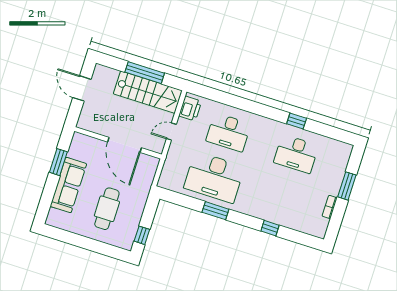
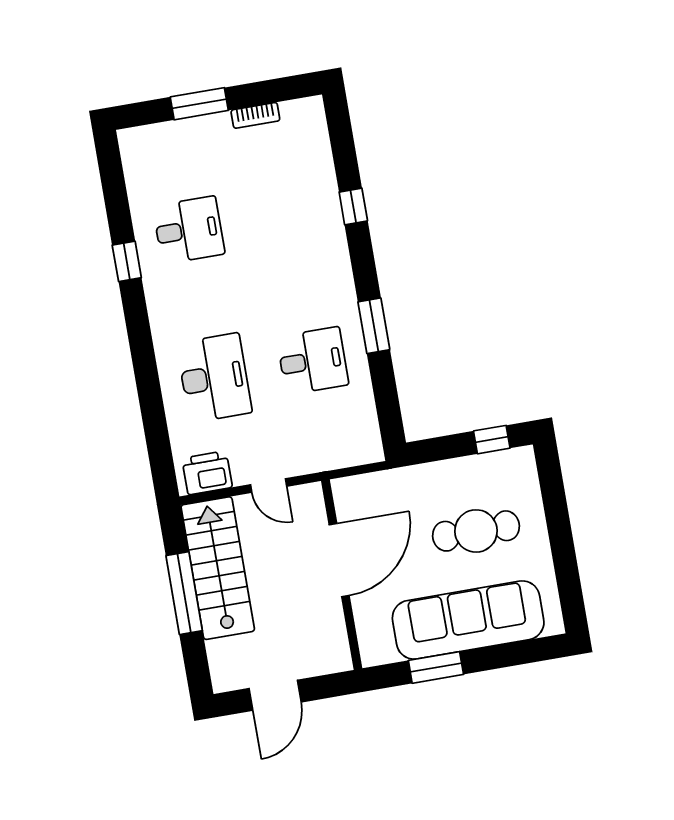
desk: (296, 154) -> (189, 230), width x0.73
desk: (214, 177) -> (313, 361), width x0.53, depth x0.77
sofa: (68, 185) -> (468, 620), width x1.36, depth x1.27

